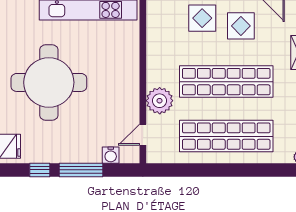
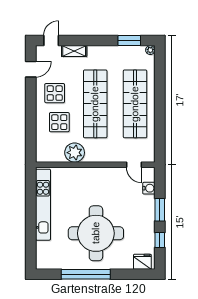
display table: (202, 18) -> (59, 122), moved
plant: (160, 101) -> (75, 153), moved
window: (81, 170) -> (160, 210), width x0.69

